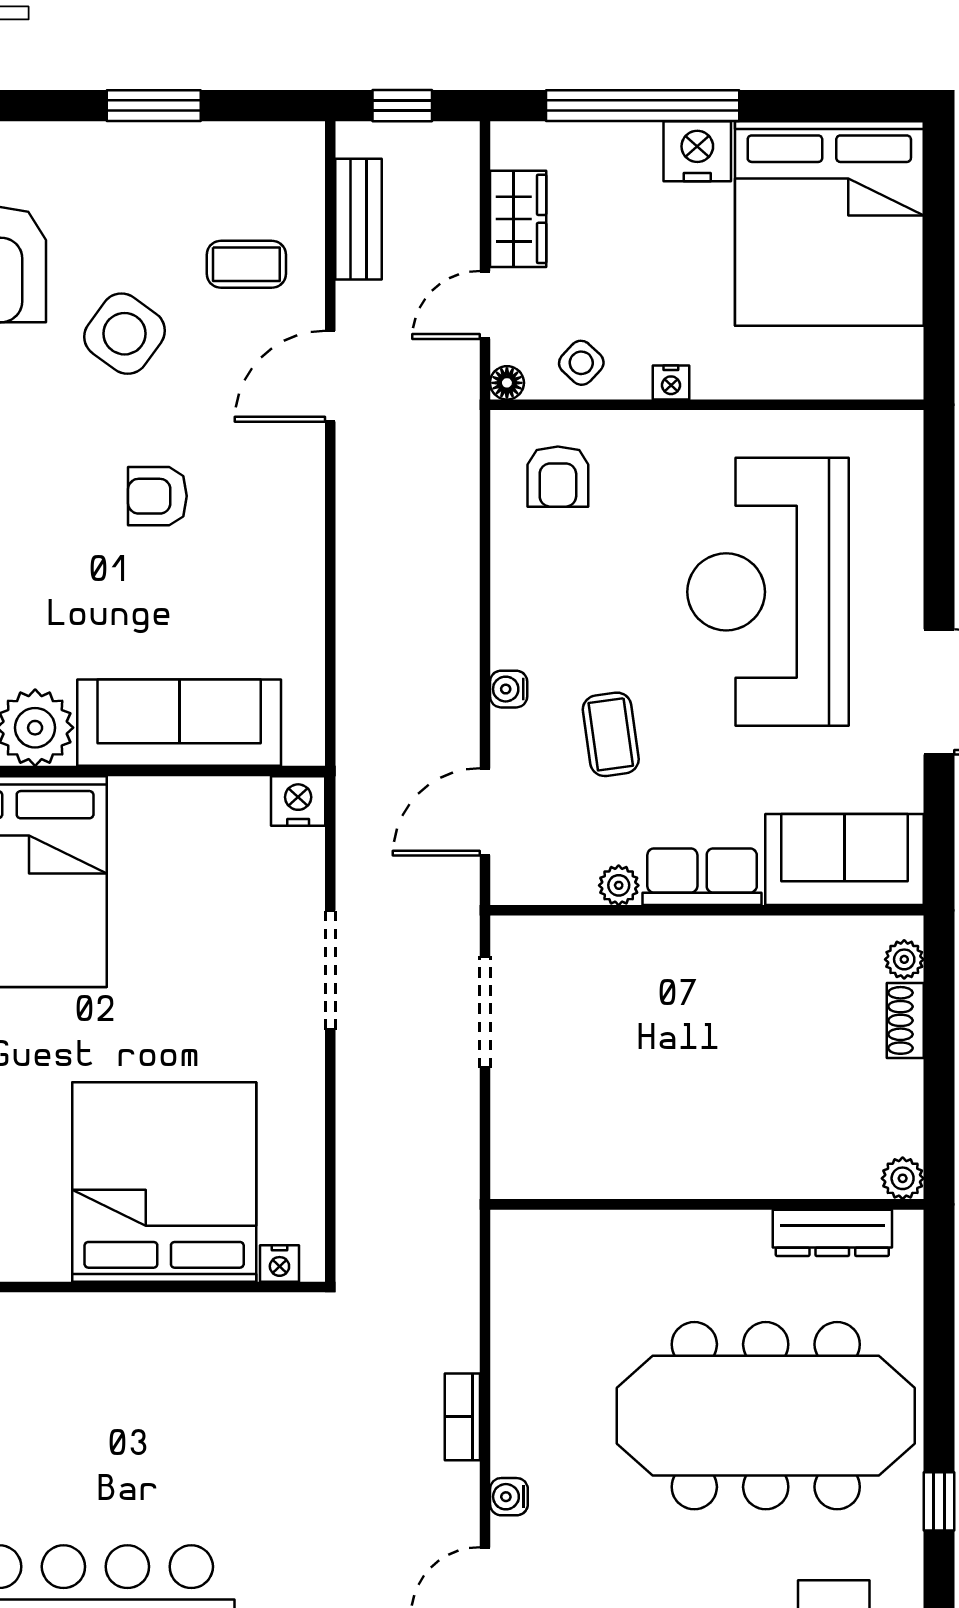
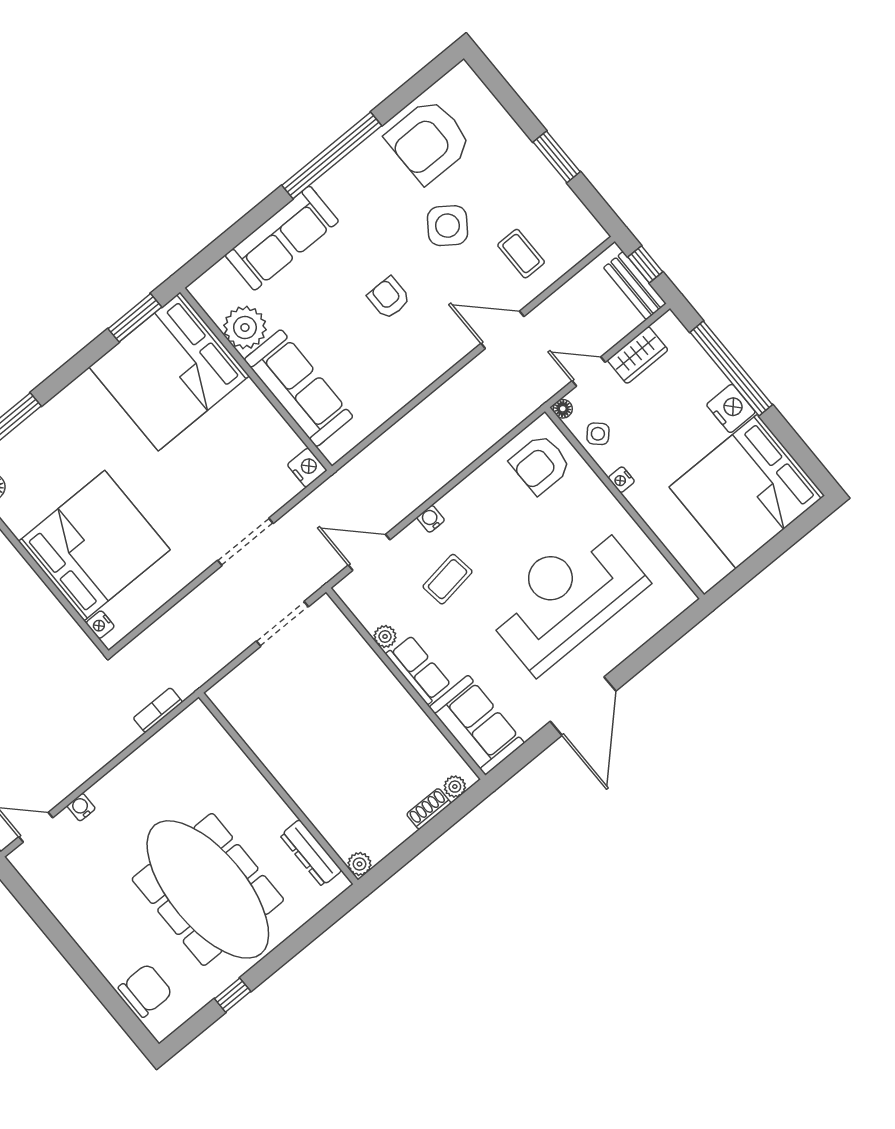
bench: (358, 219) -> (635, 286), moved, turned 90
armchair: (558, 477) -> (540, 464), width x1.38, depth x1.38
bookcase: (462, 1417) -> (158, 710), moved

